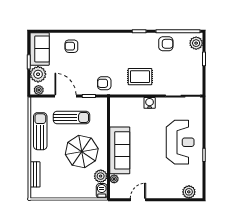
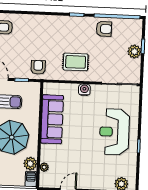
plant: (196, 43) -> (134, 52), moved
armchair: (104, 83) -> (38, 67), turned 90
reception desk: (180, 142) -> (114, 132), turned 180
sofa: (120, 150) -> (52, 119), moved

